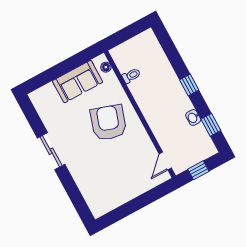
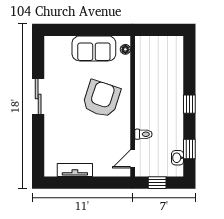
toilet: (131, 76) -> (143, 134), moved
washbasin: (193, 117) -> (178, 158), moved
tv unit: (119, 199) -> (75, 170), added

